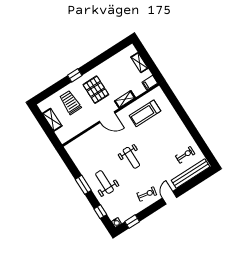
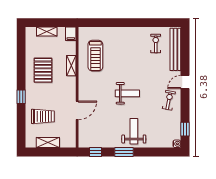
pallet: (96, 90) -> (43, 70), moved, turned 90
trolley: (70, 102) -> (43, 116), turned 180
door: (107, 117) -> (77, 110), moved
weight bench: (105, 182) -> (134, 131), turned 90
door: (169, 198) -> (185, 82), hinge flipped
window: (100, 212) -> (96, 152), moved

